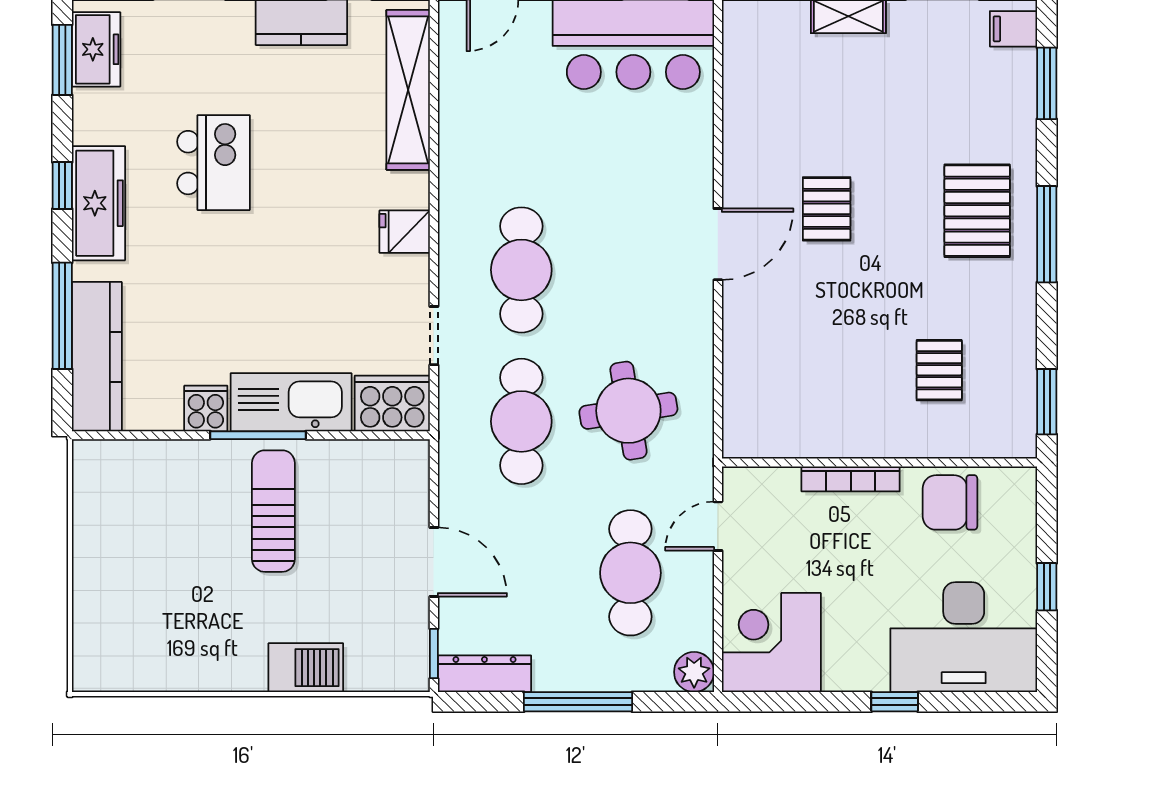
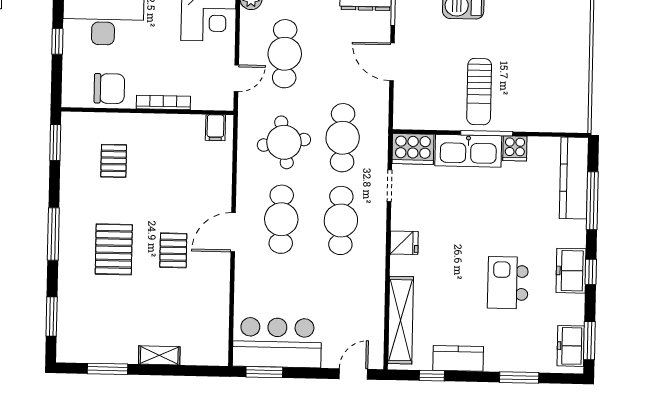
filing cabinet: (1013, 29) -> (215, 128), moved, turned 90
freezer: (99, 203) -> (571, 271), width x0.71
pallet: (977, 211) -> (114, 249), moved
cafe table: (630, 270) -> (281, 219), added

